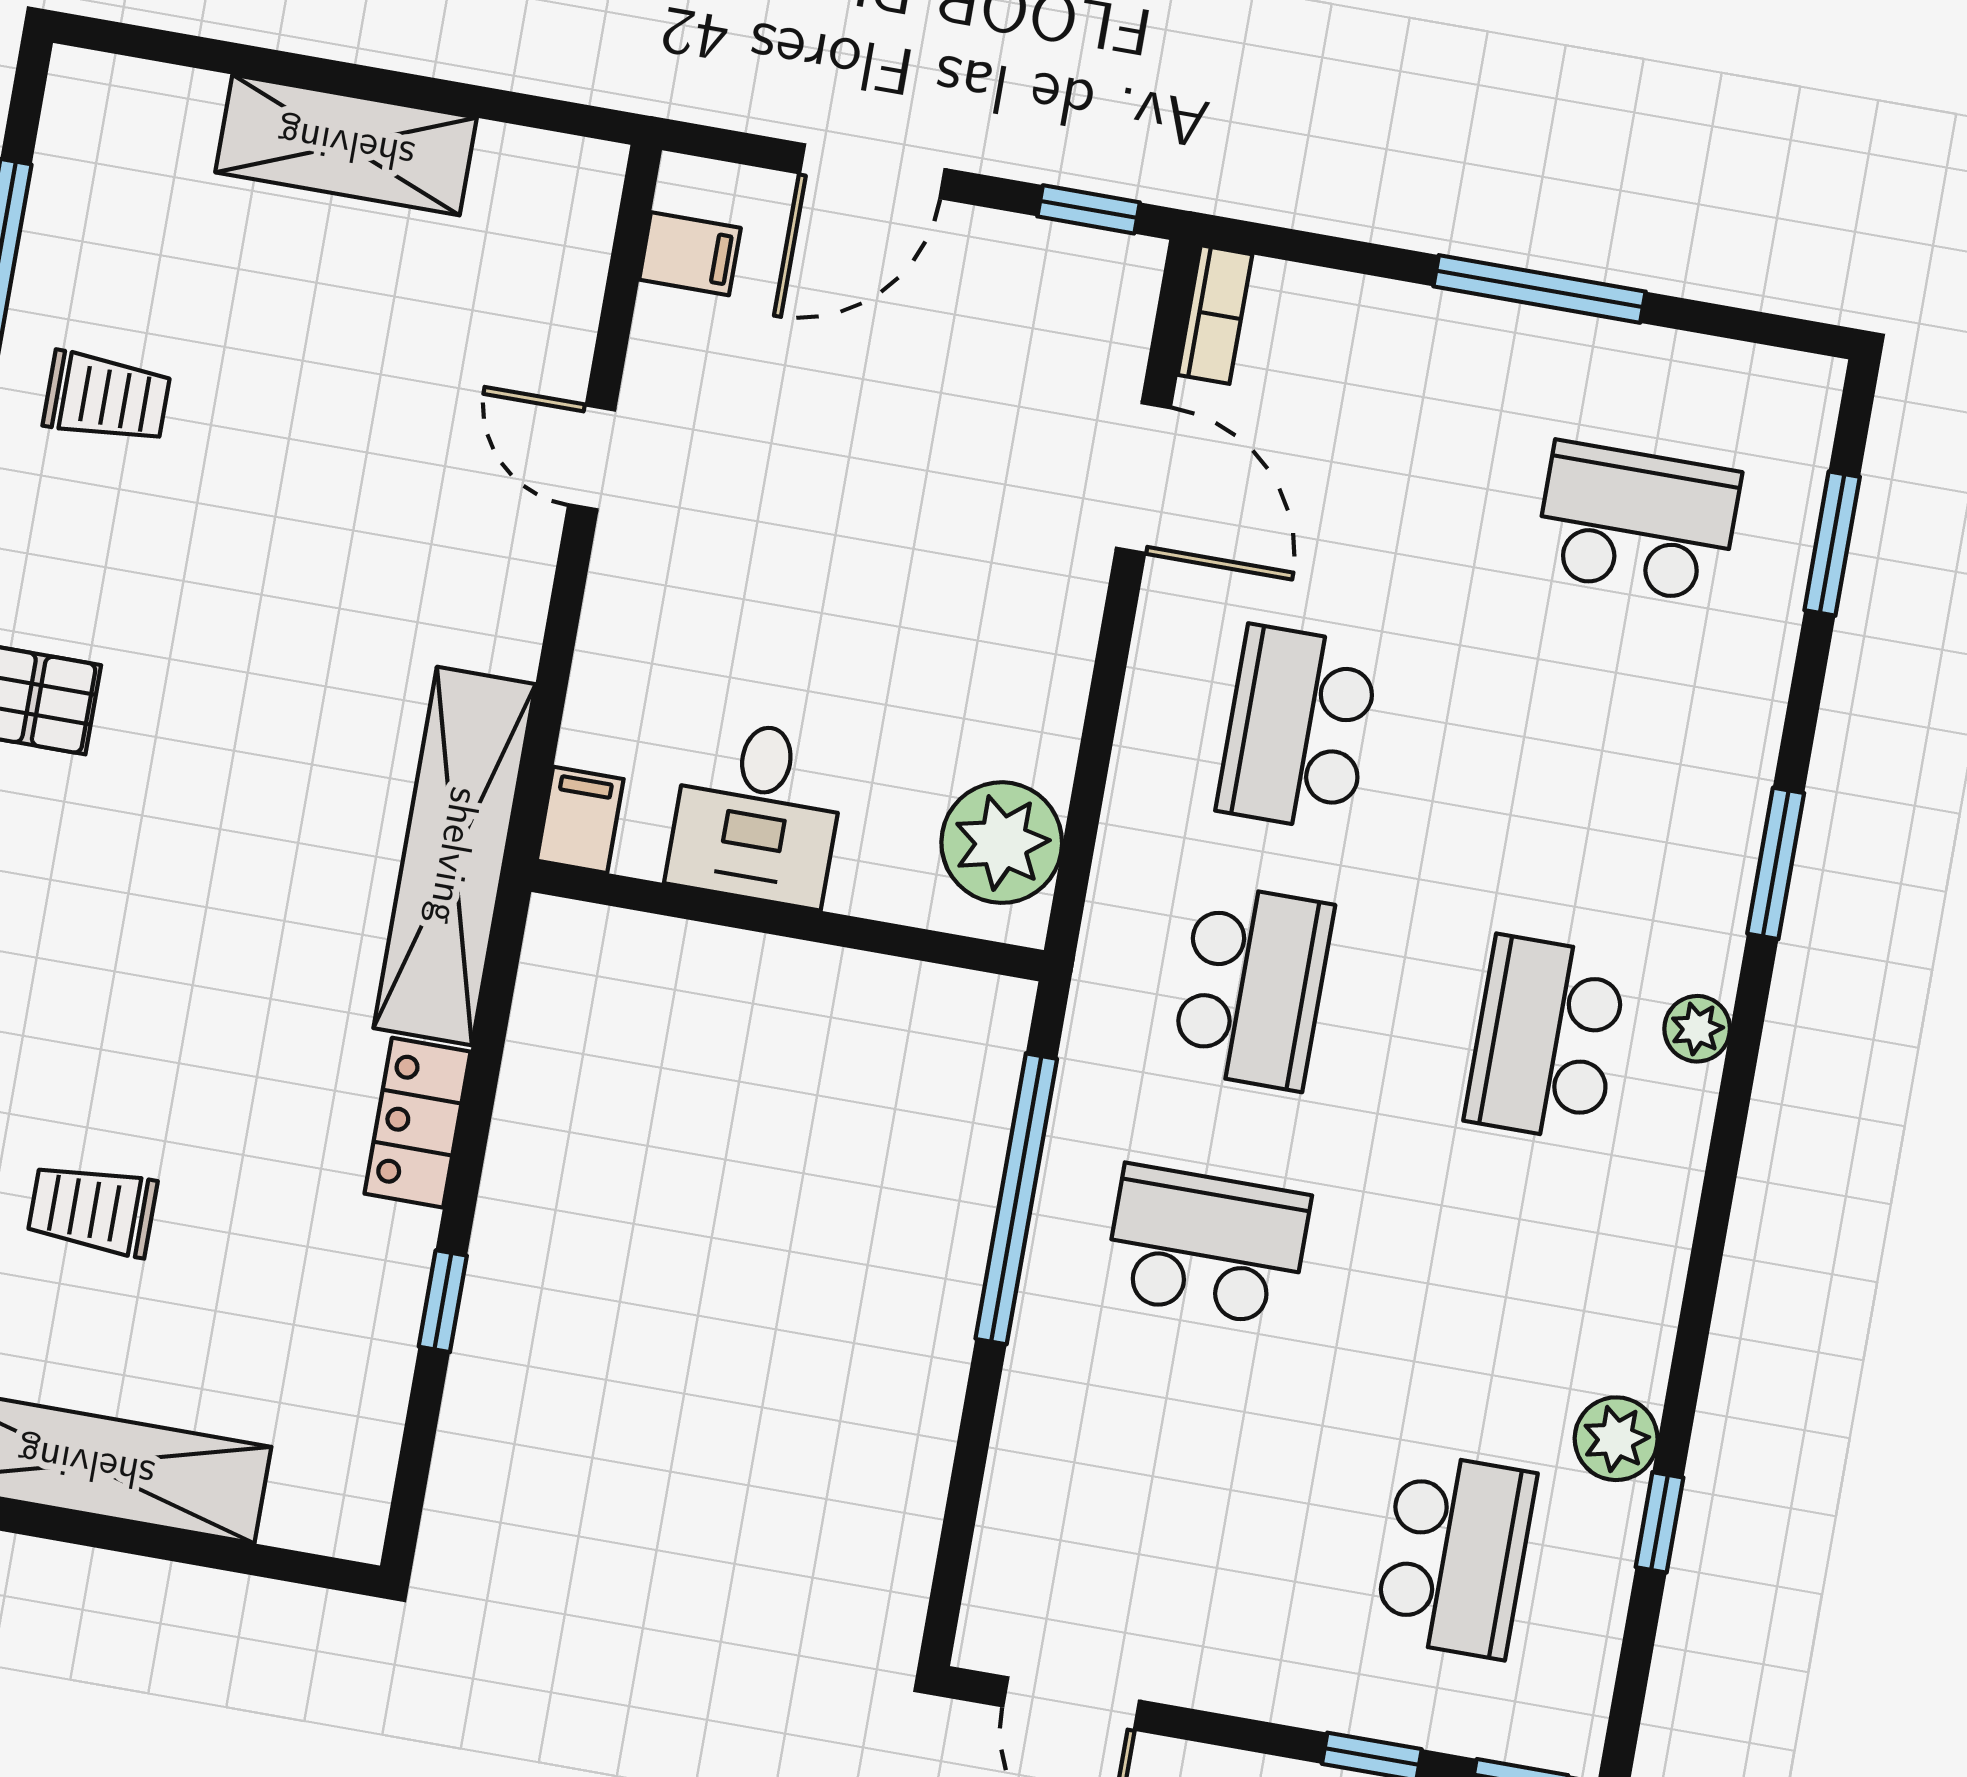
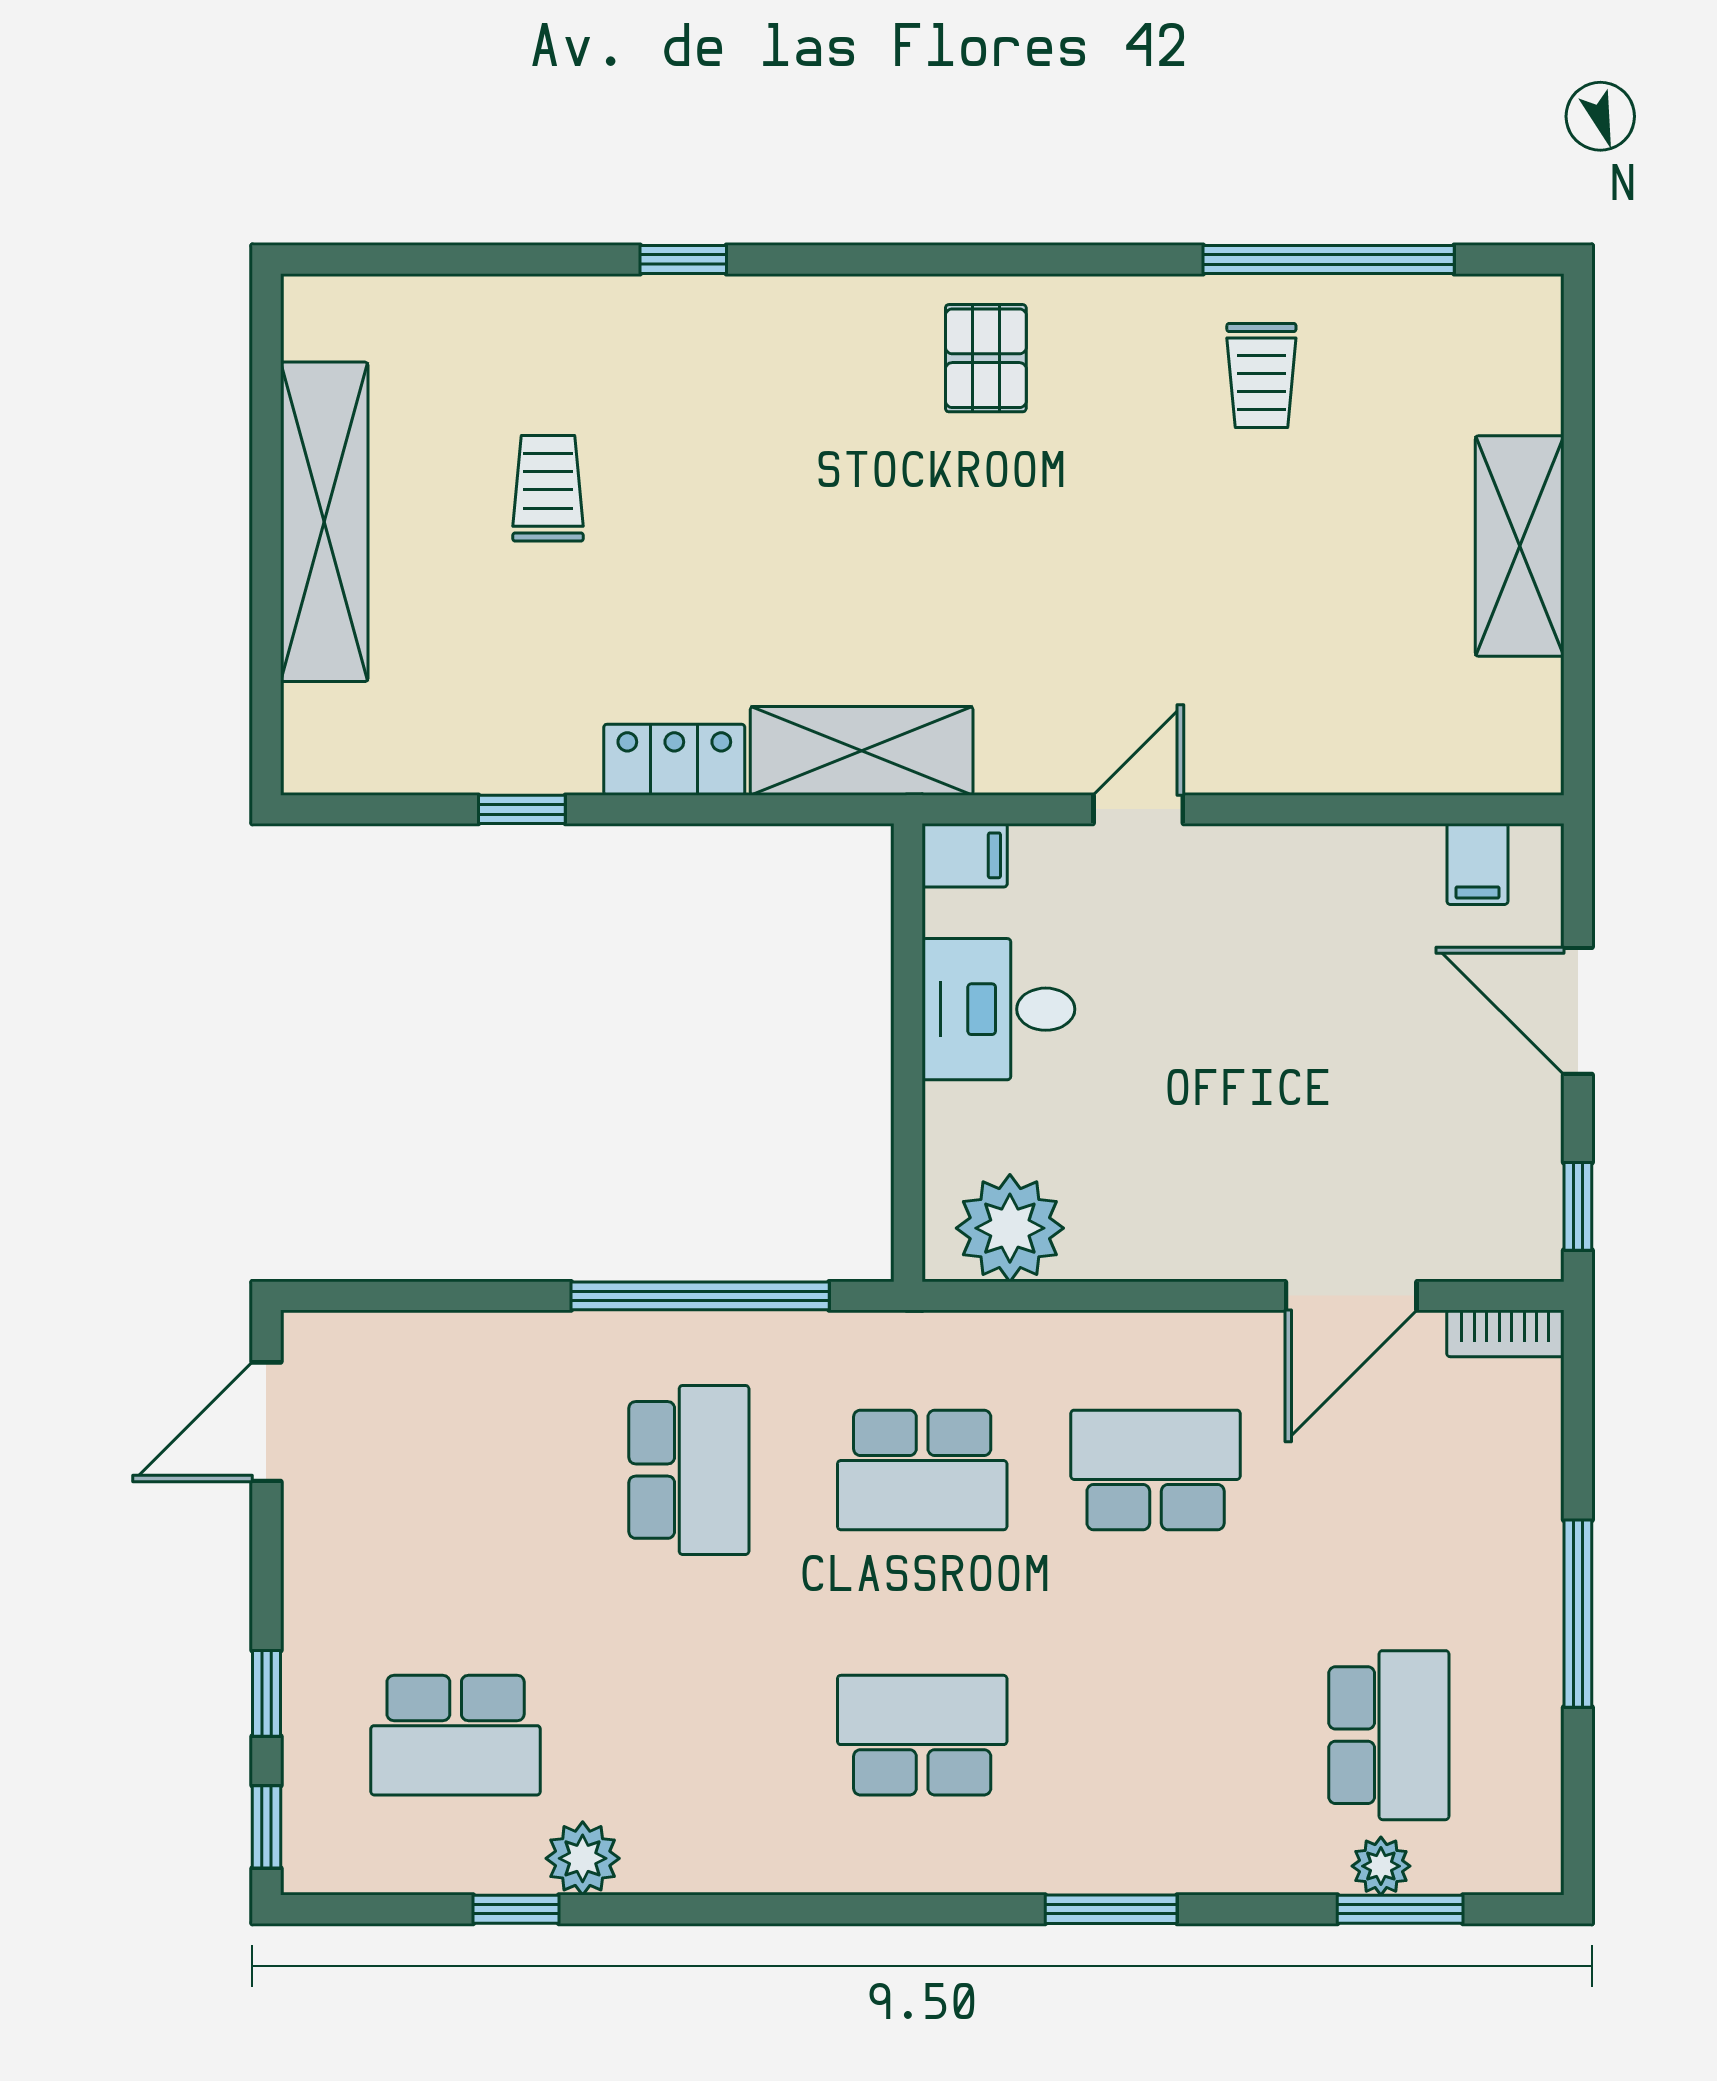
door: (592, 457) -> (1138, 809), moved
shelving: (454, 856) -> (862, 751), width x0.68
plant: (1697, 1029) -> (1381, 1866), moved

